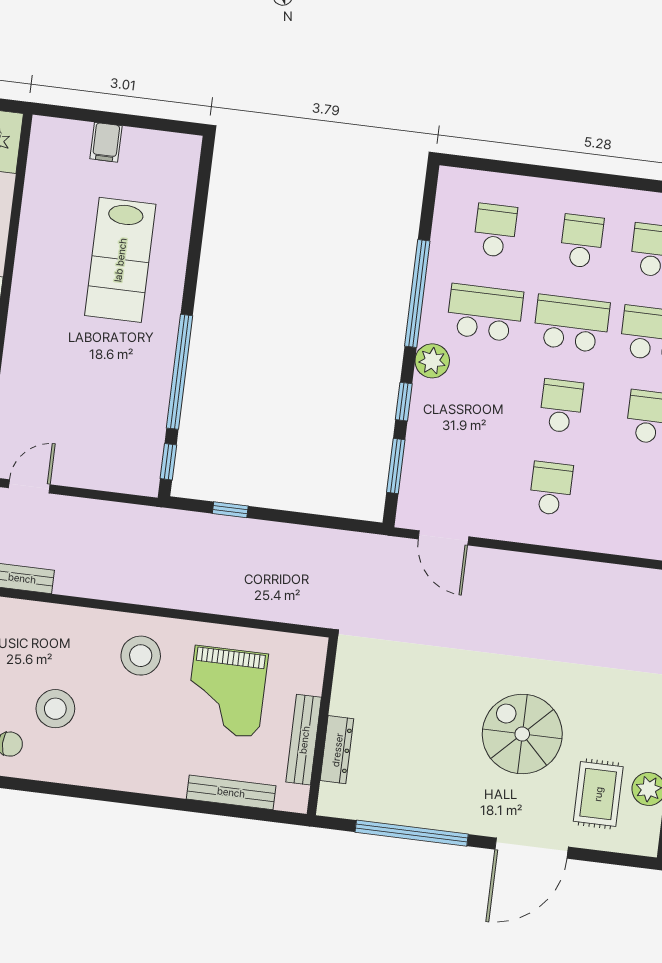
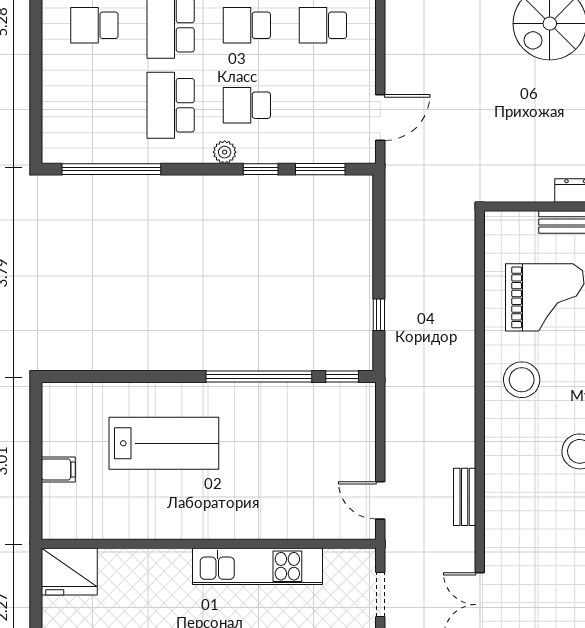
school desk: (495, 230) -> (247, 105), moved
window: (417, 294) -> (111, 169), moved
plant: (432, 361) -> (225, 152), width x0.73, depth x0.73

